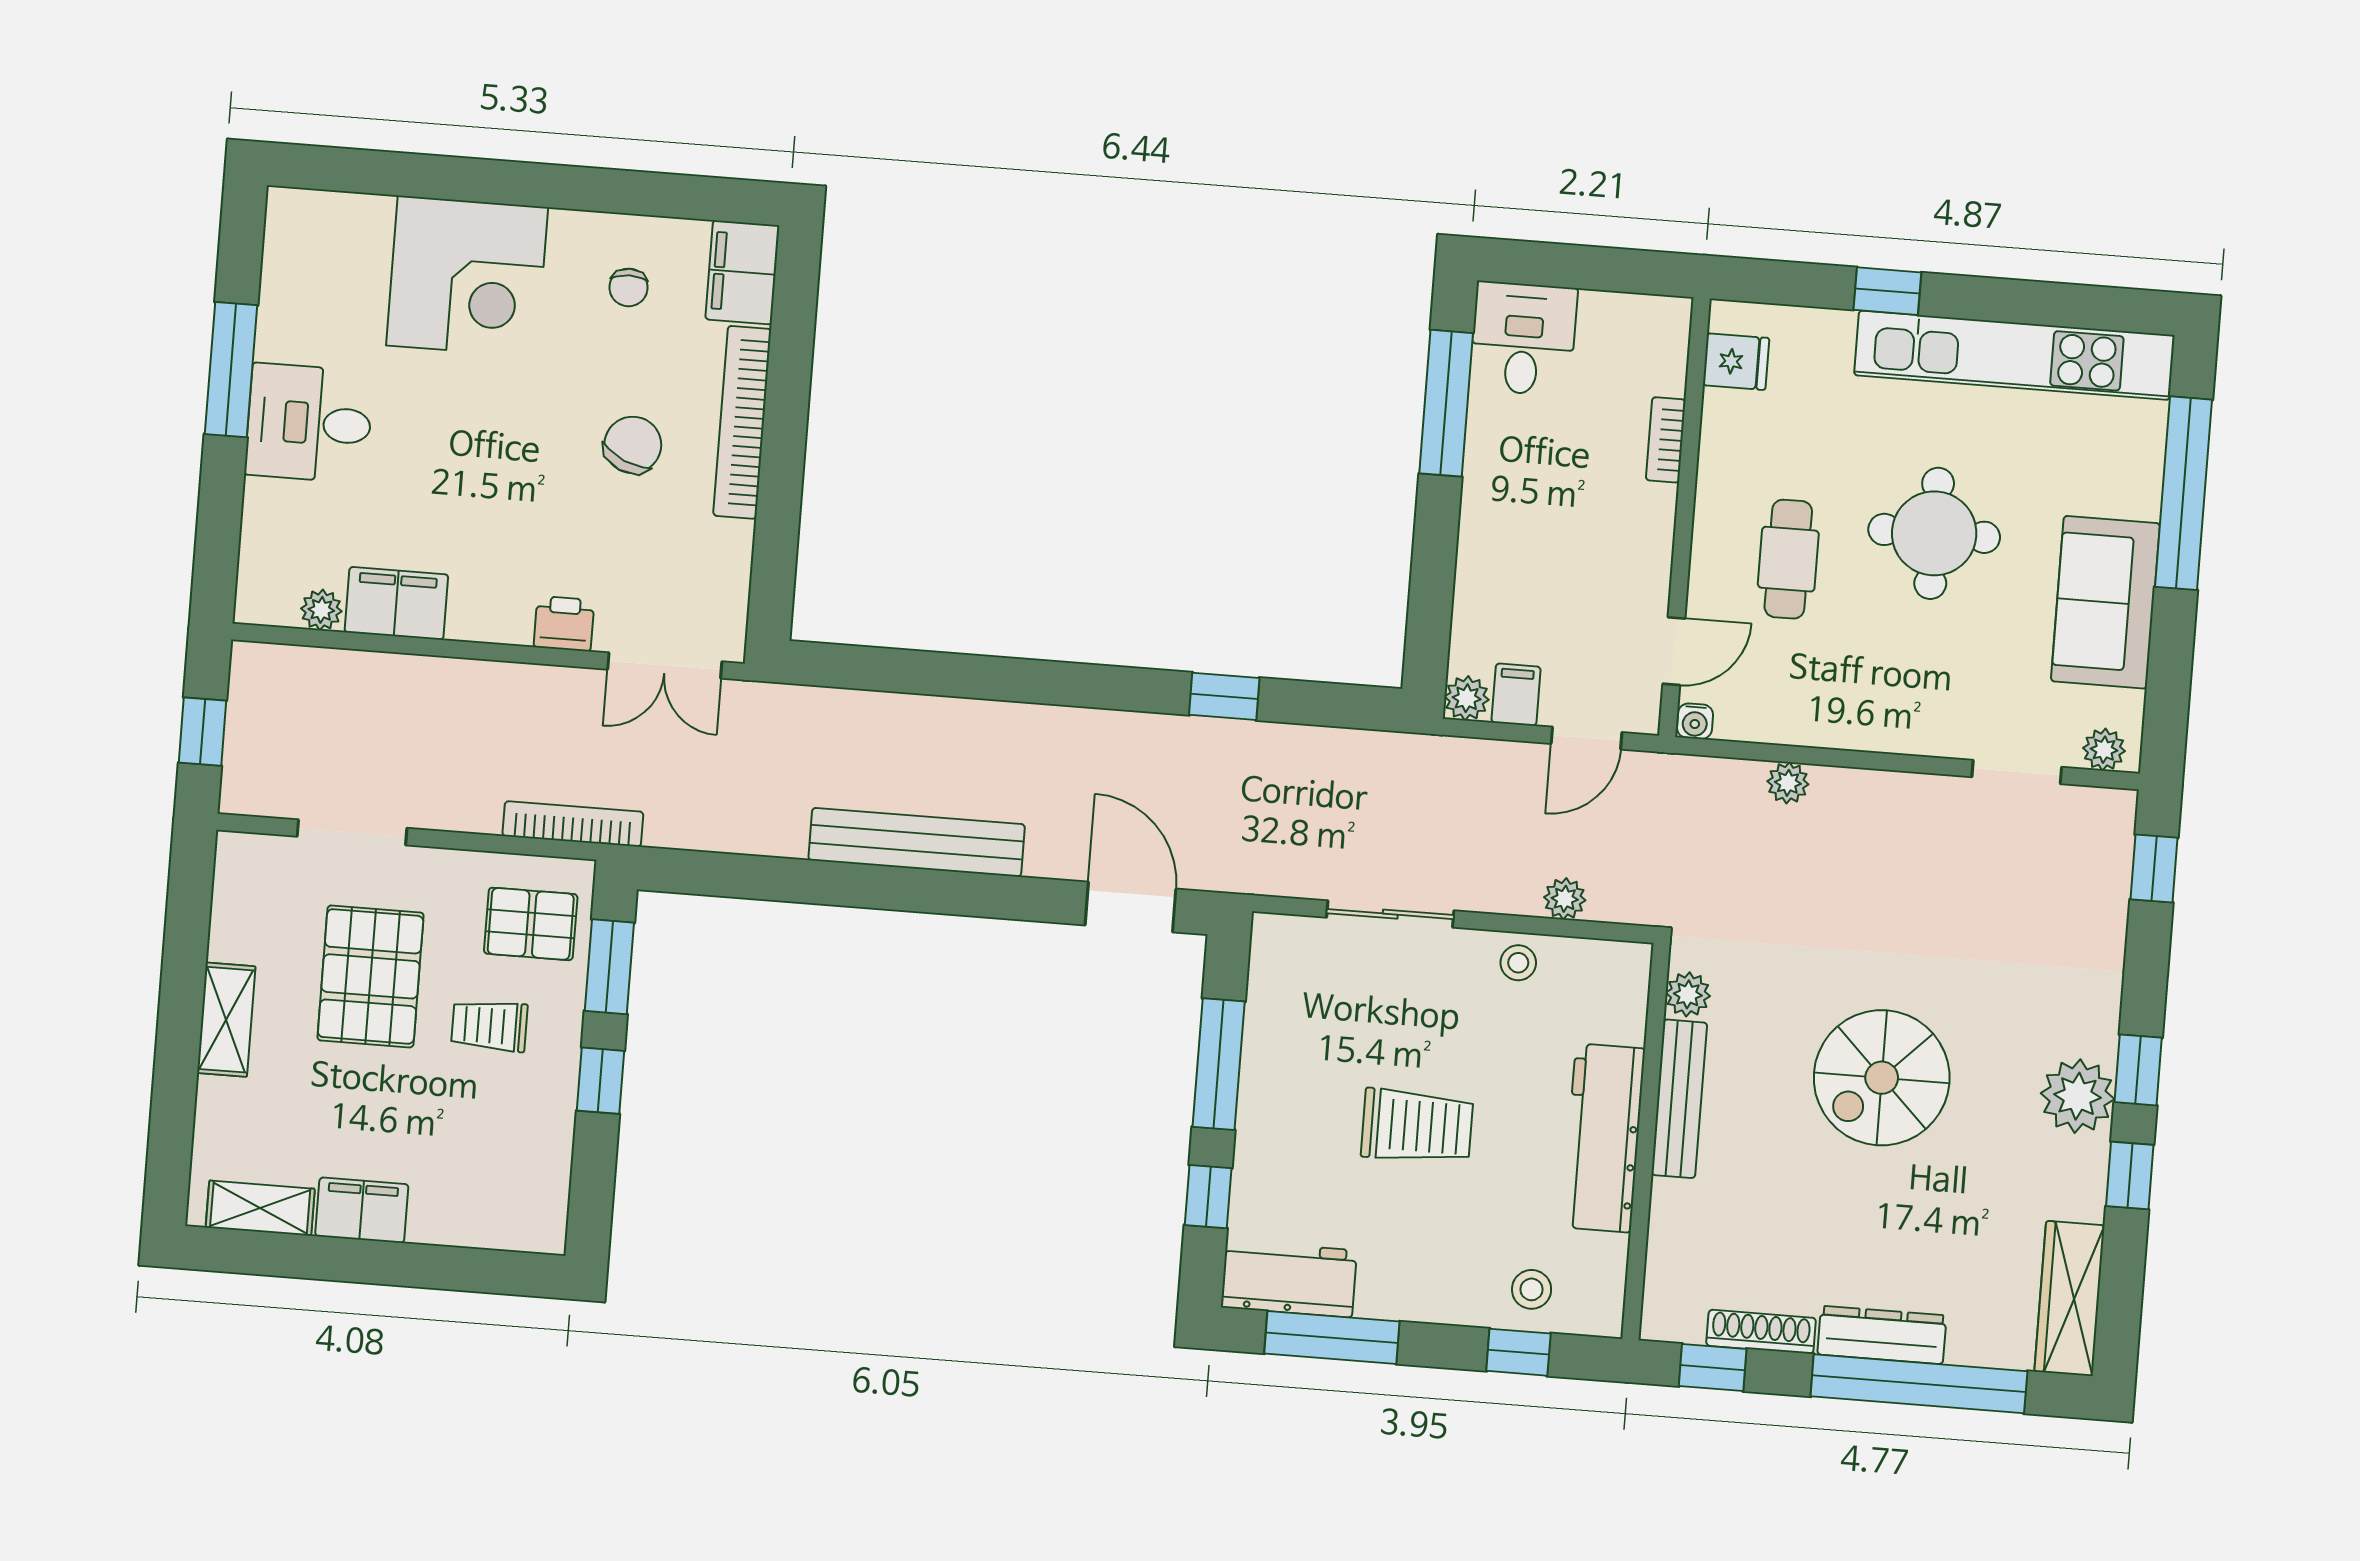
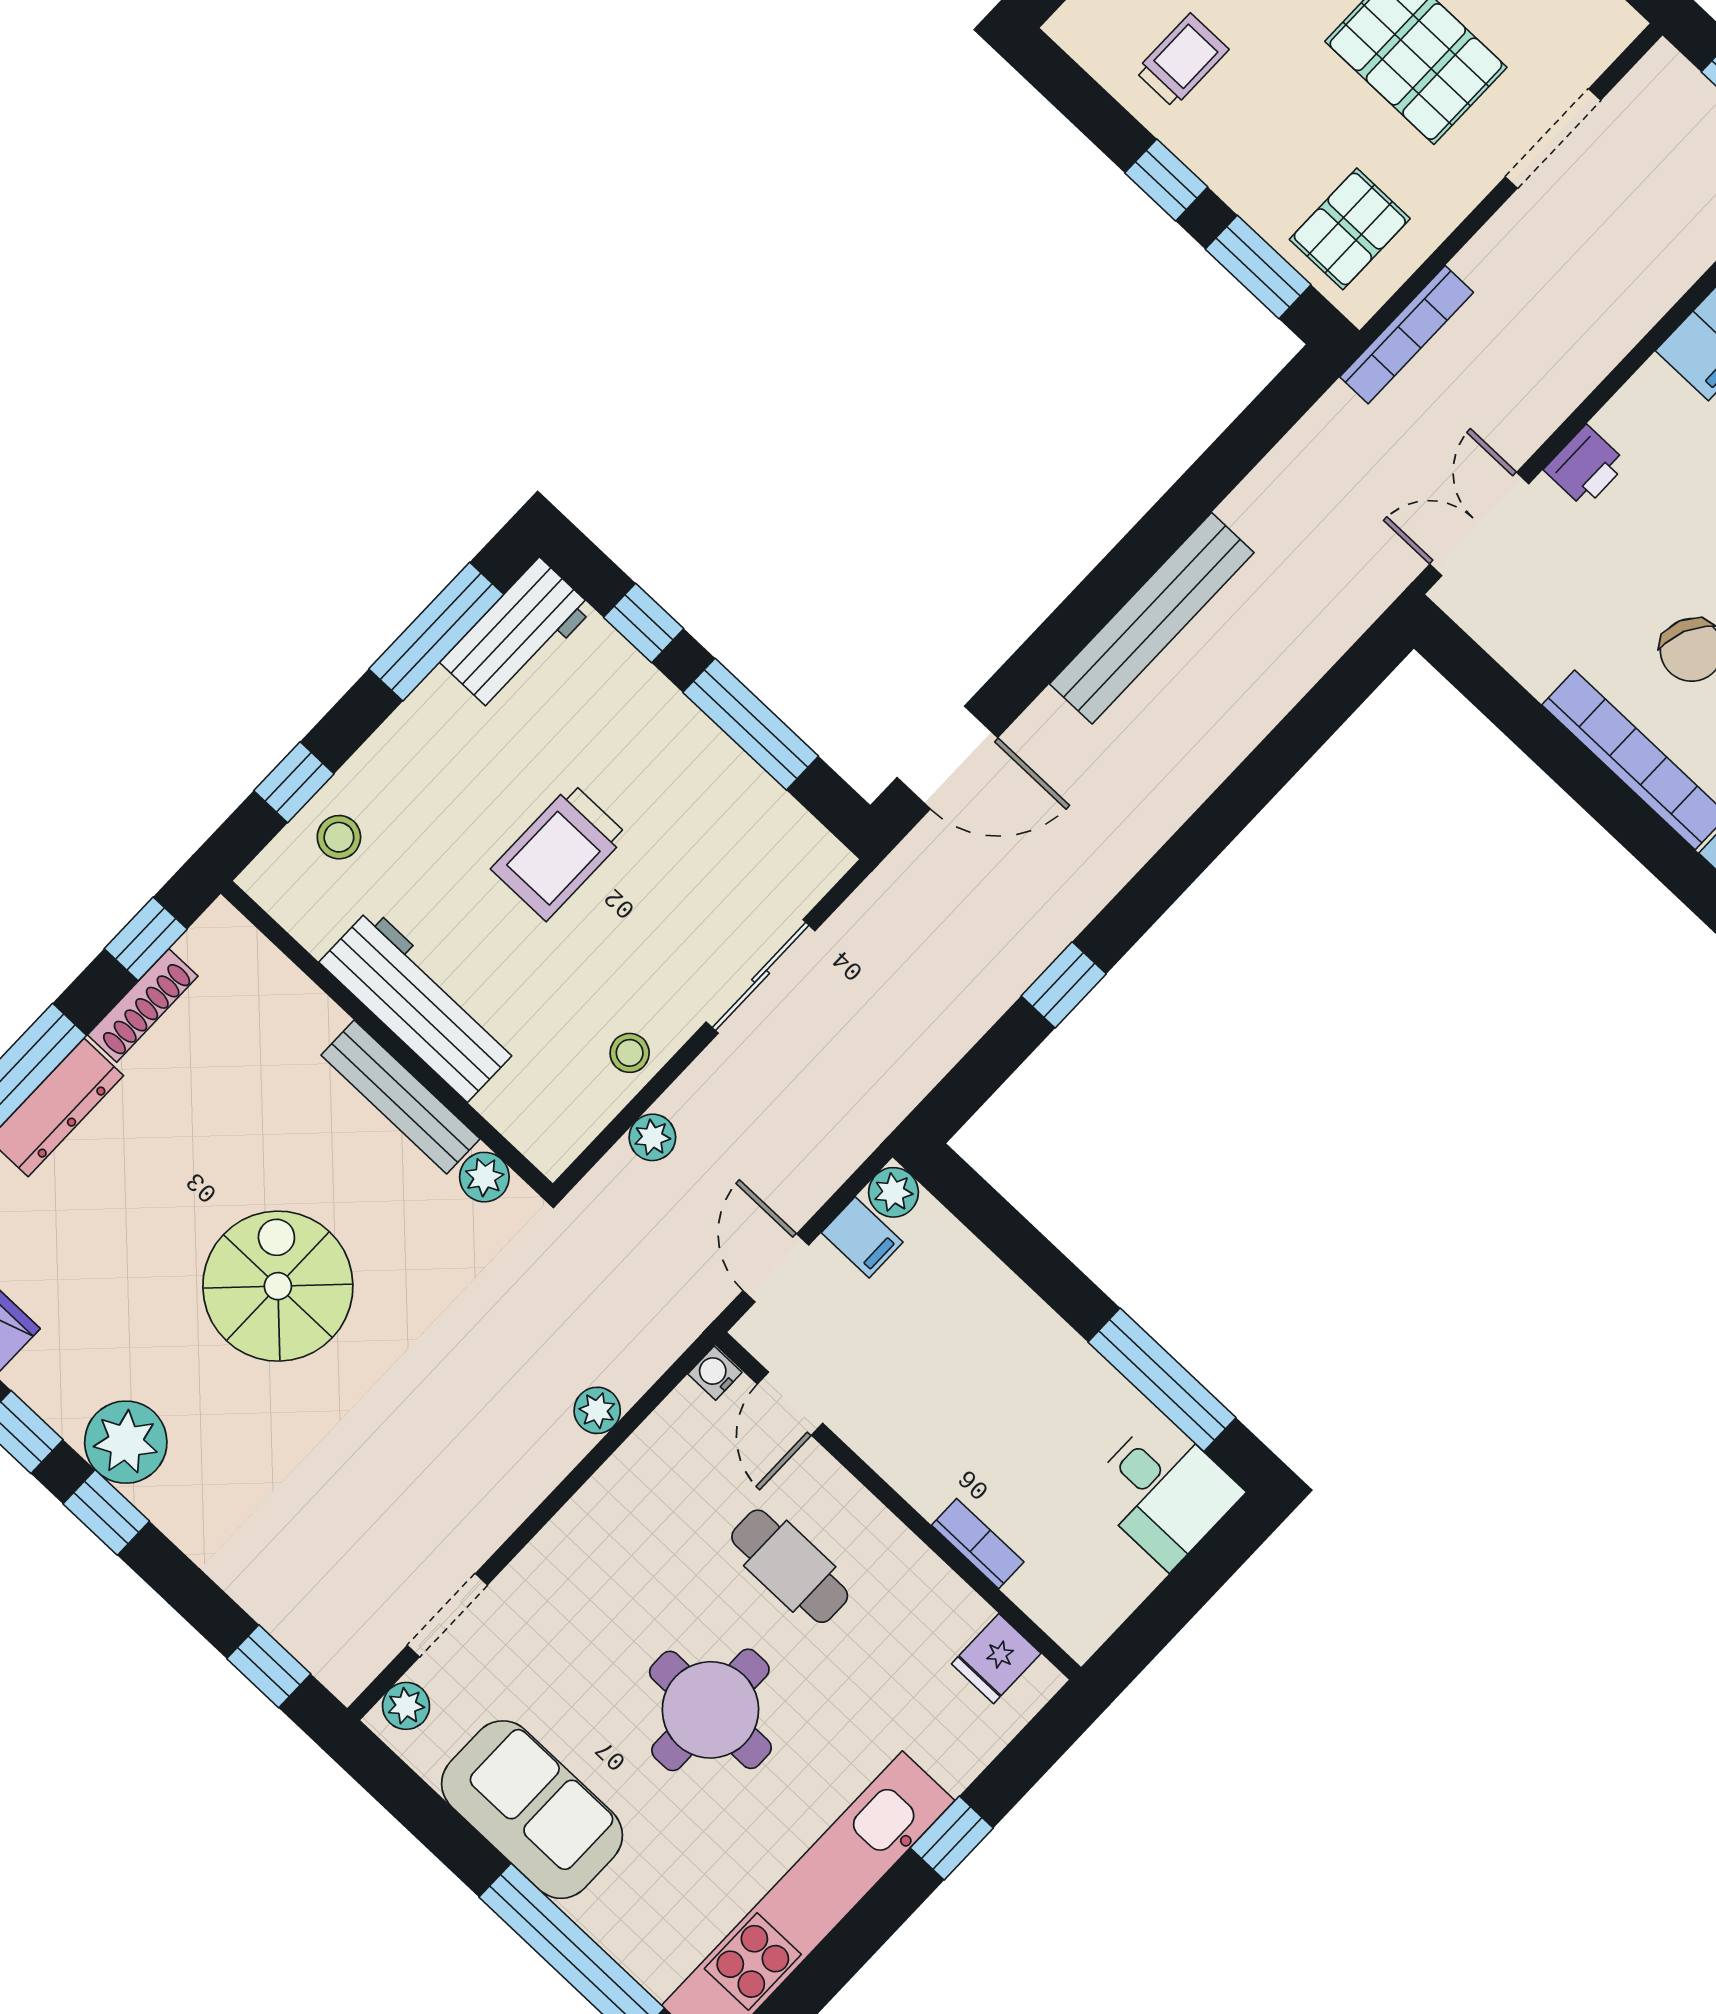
trolley: (489, 1026) -> (1182, 60), moved

